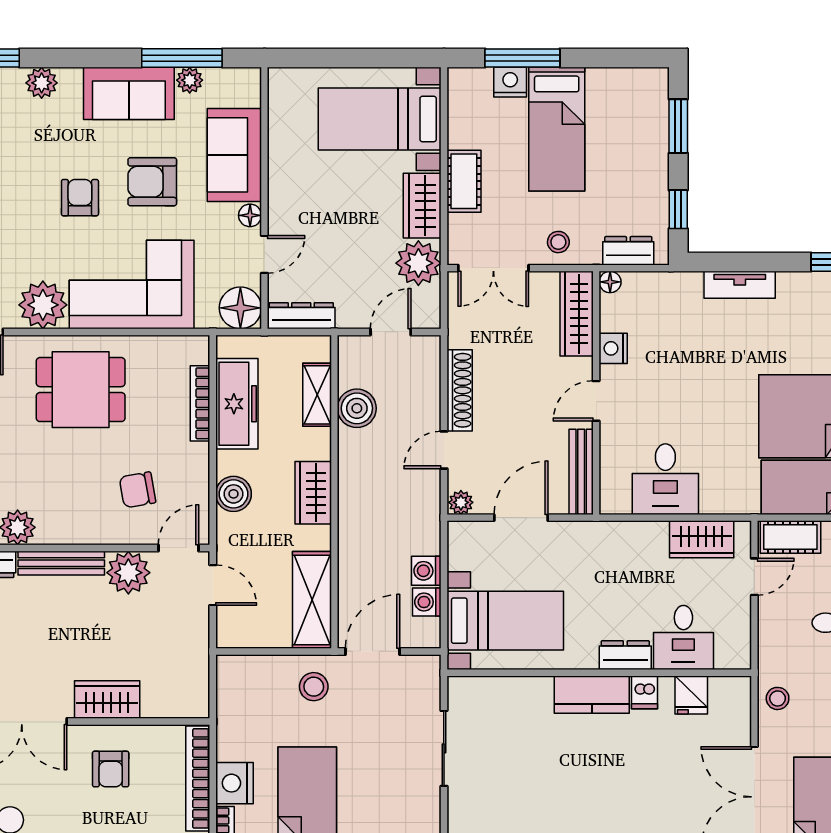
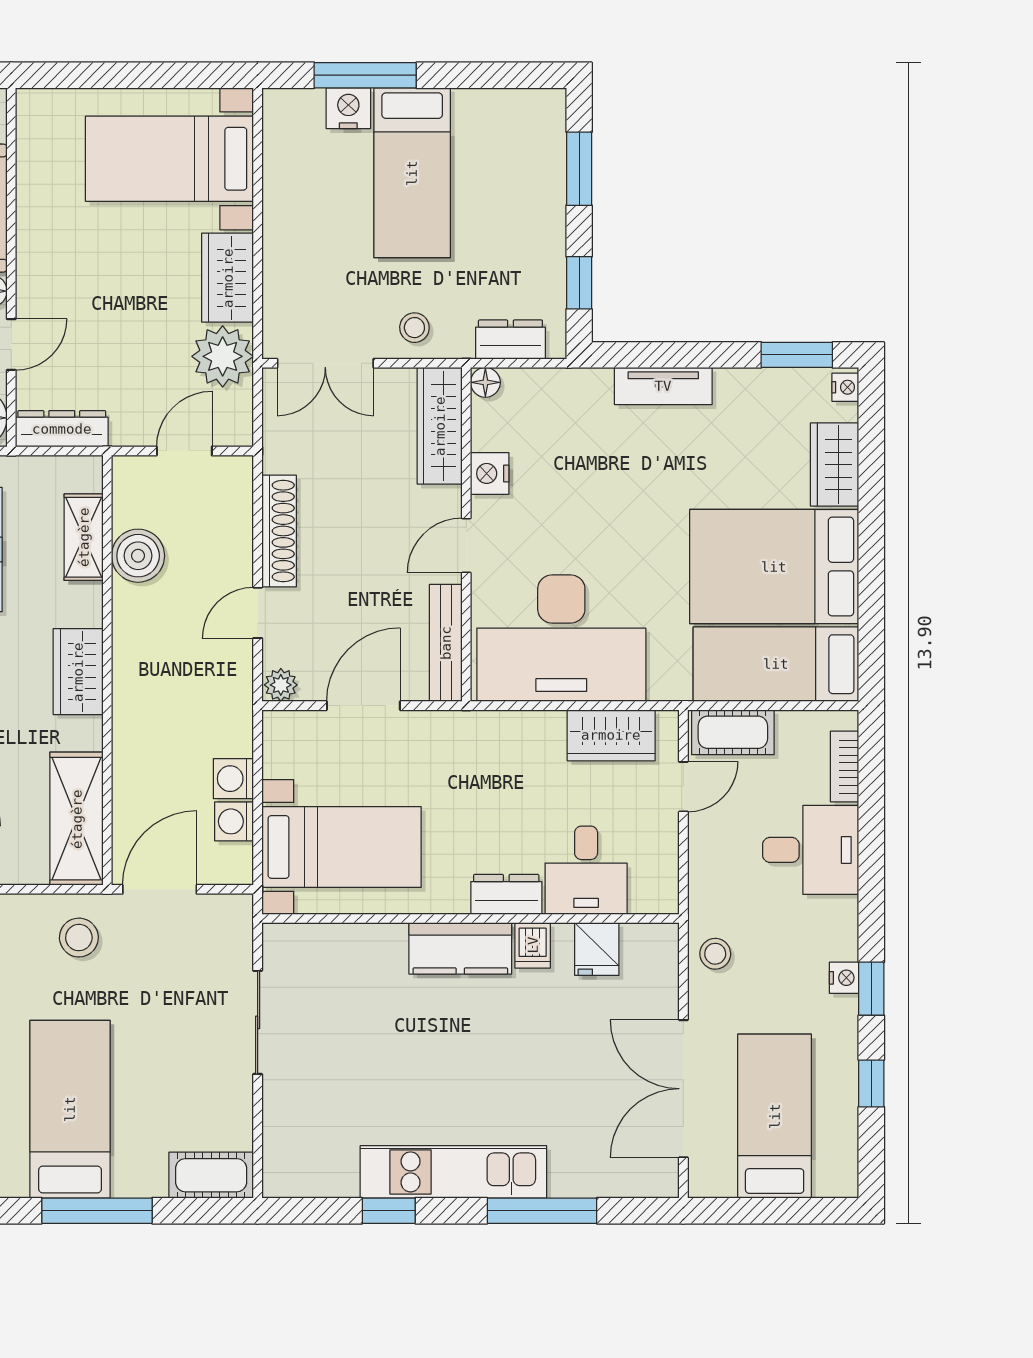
cot: (464, 181) -> (285, 244), removed
desk: (665, 479) -> (561, 638), width x1.87, depth x1.30

